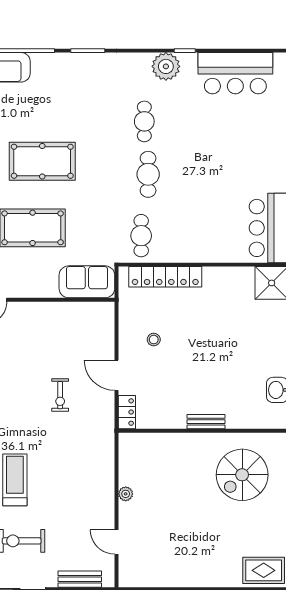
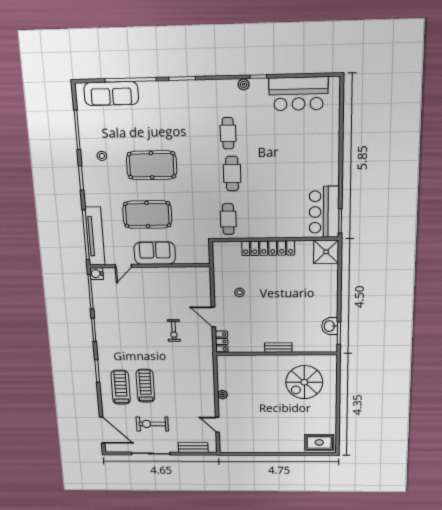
plant: (166, 66) -> (244, 84), width x0.53, depth x0.53
locker: (165, 277) -> (268, 248), moved
sofa: (87, 282) -> (155, 253), moved

